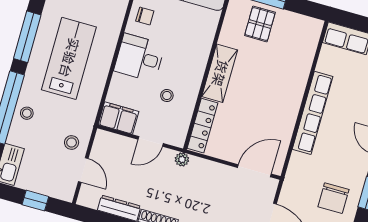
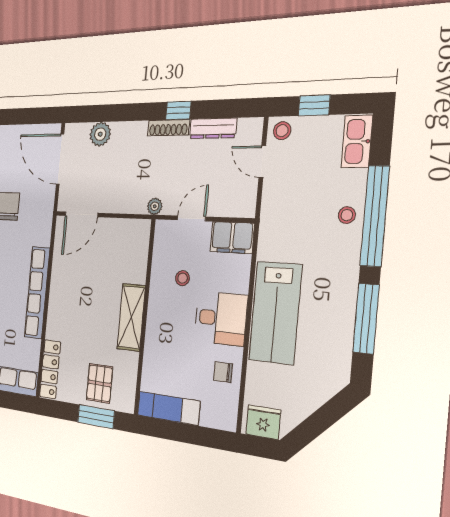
lab bench: (69, 58) -> (275, 313), moved
locker: (202, 126) -> (50, 369), moved, turned 180
stool: (72, 143) -> (282, 131), moved

